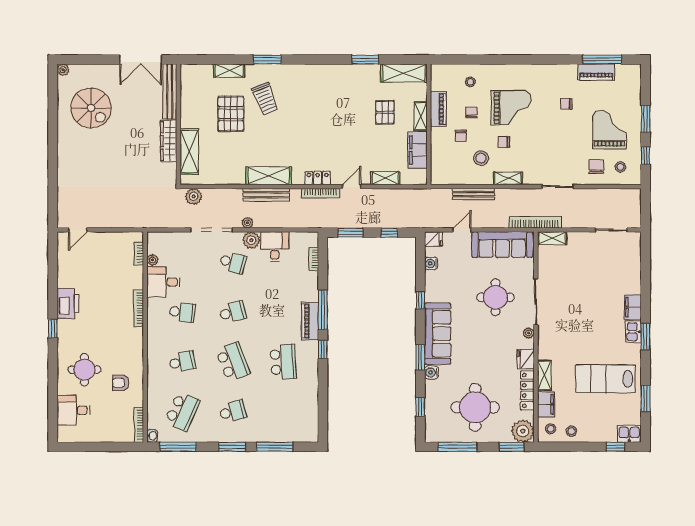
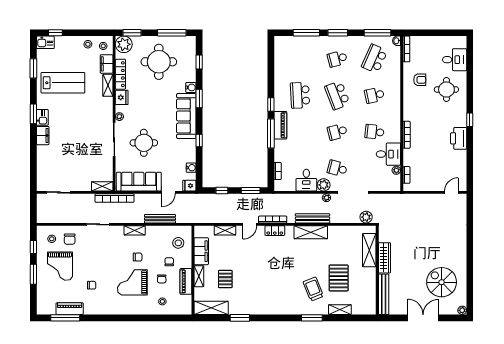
double door: (141, 59) -> (423, 318), moved
stool: (481, 158) -> (178, 243), moved

